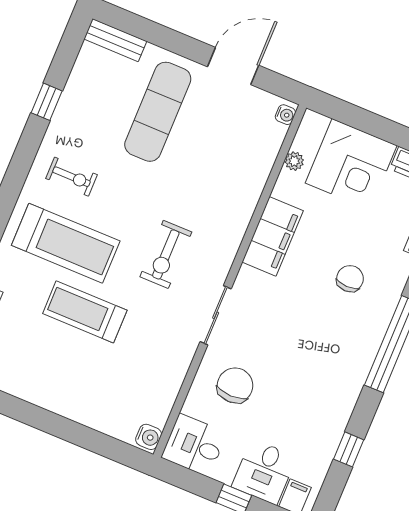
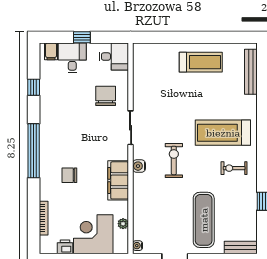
exercise bike: (166, 254) -> (174, 160), moved
chair: (350, 279) -> (69, 175), turned 90
treadmill: (85, 312) -> (201, 62), moved
chair: (235, 385) -> (106, 96), turned 180
water cooler: (149, 437) -> (139, 166), moved

